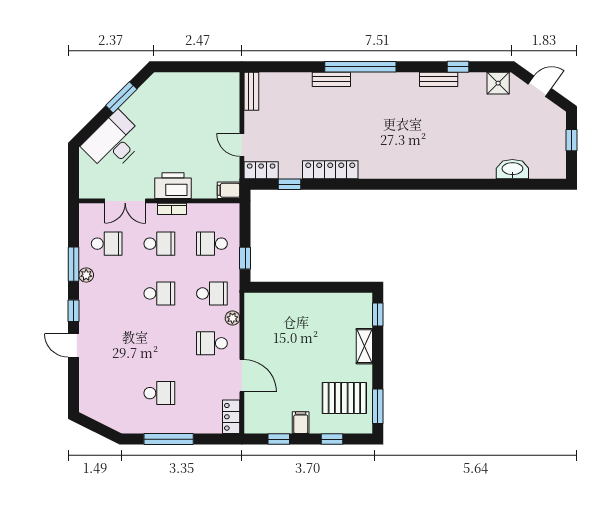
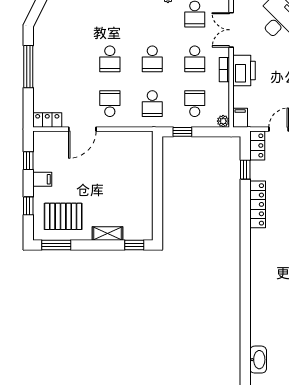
plant: (232, 318) -> (223, 121), moved
school desk: (159, 393) -> (110, 59), moved
pallet: (344, 398) -> (63, 216), turned 90

